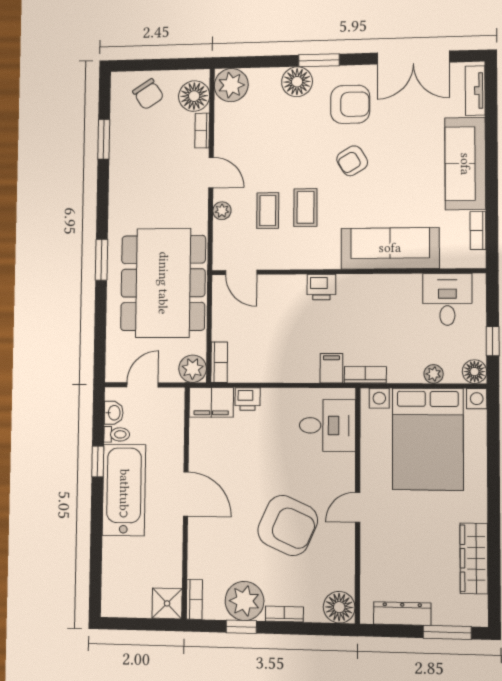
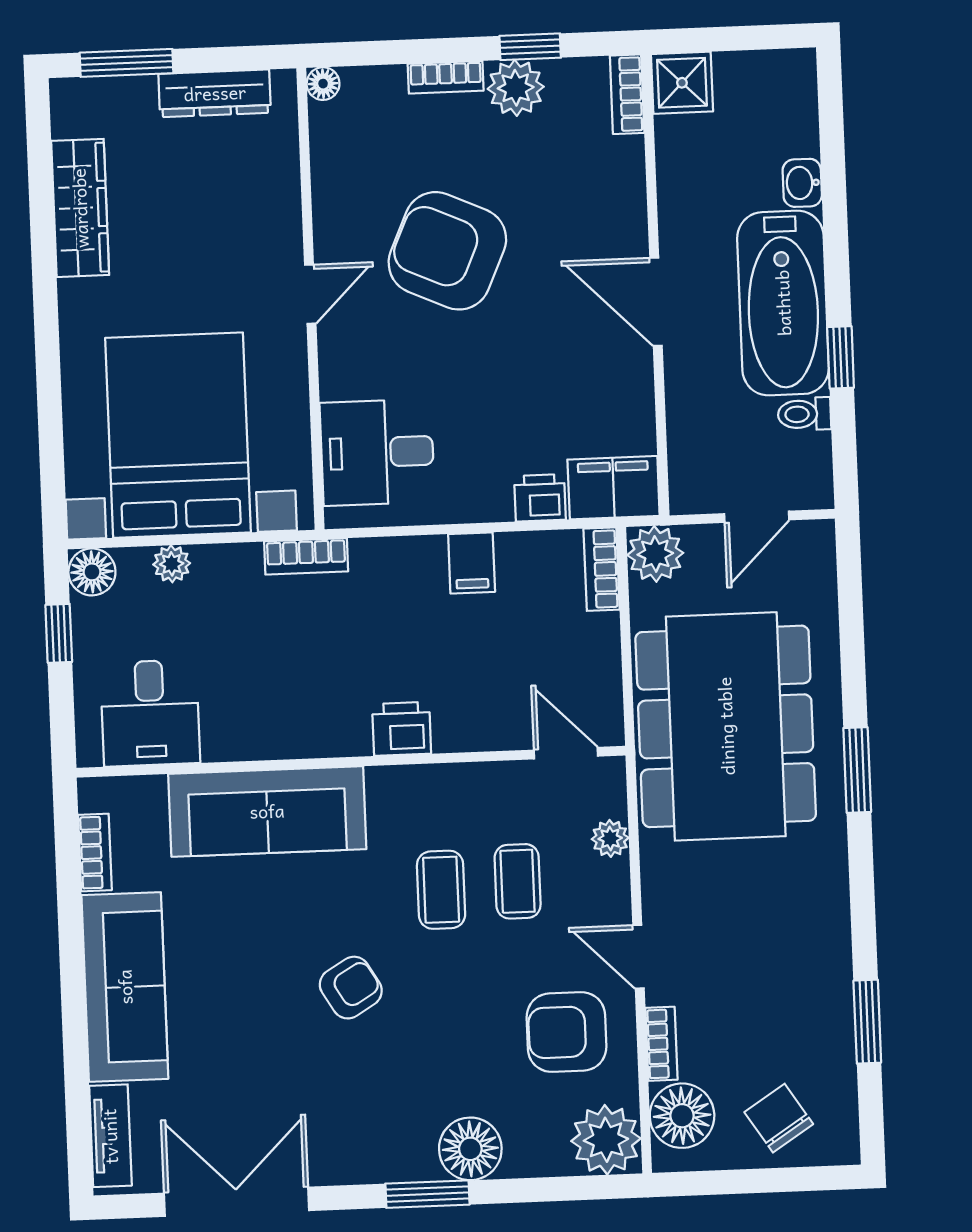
armchair: (350, 104) -> (566, 1032), moved
plant: (222, 211) -> (610, 838), moved
filing cabinet: (331, 368) -> (472, 563), moved
washbasin: (114, 413) -> (802, 183), moved
plant: (244, 601) -> (516, 88), width x0.73, depth x0.73
floor lamp: (339, 607) -> (323, 84), width x0.53, depth x0.53

